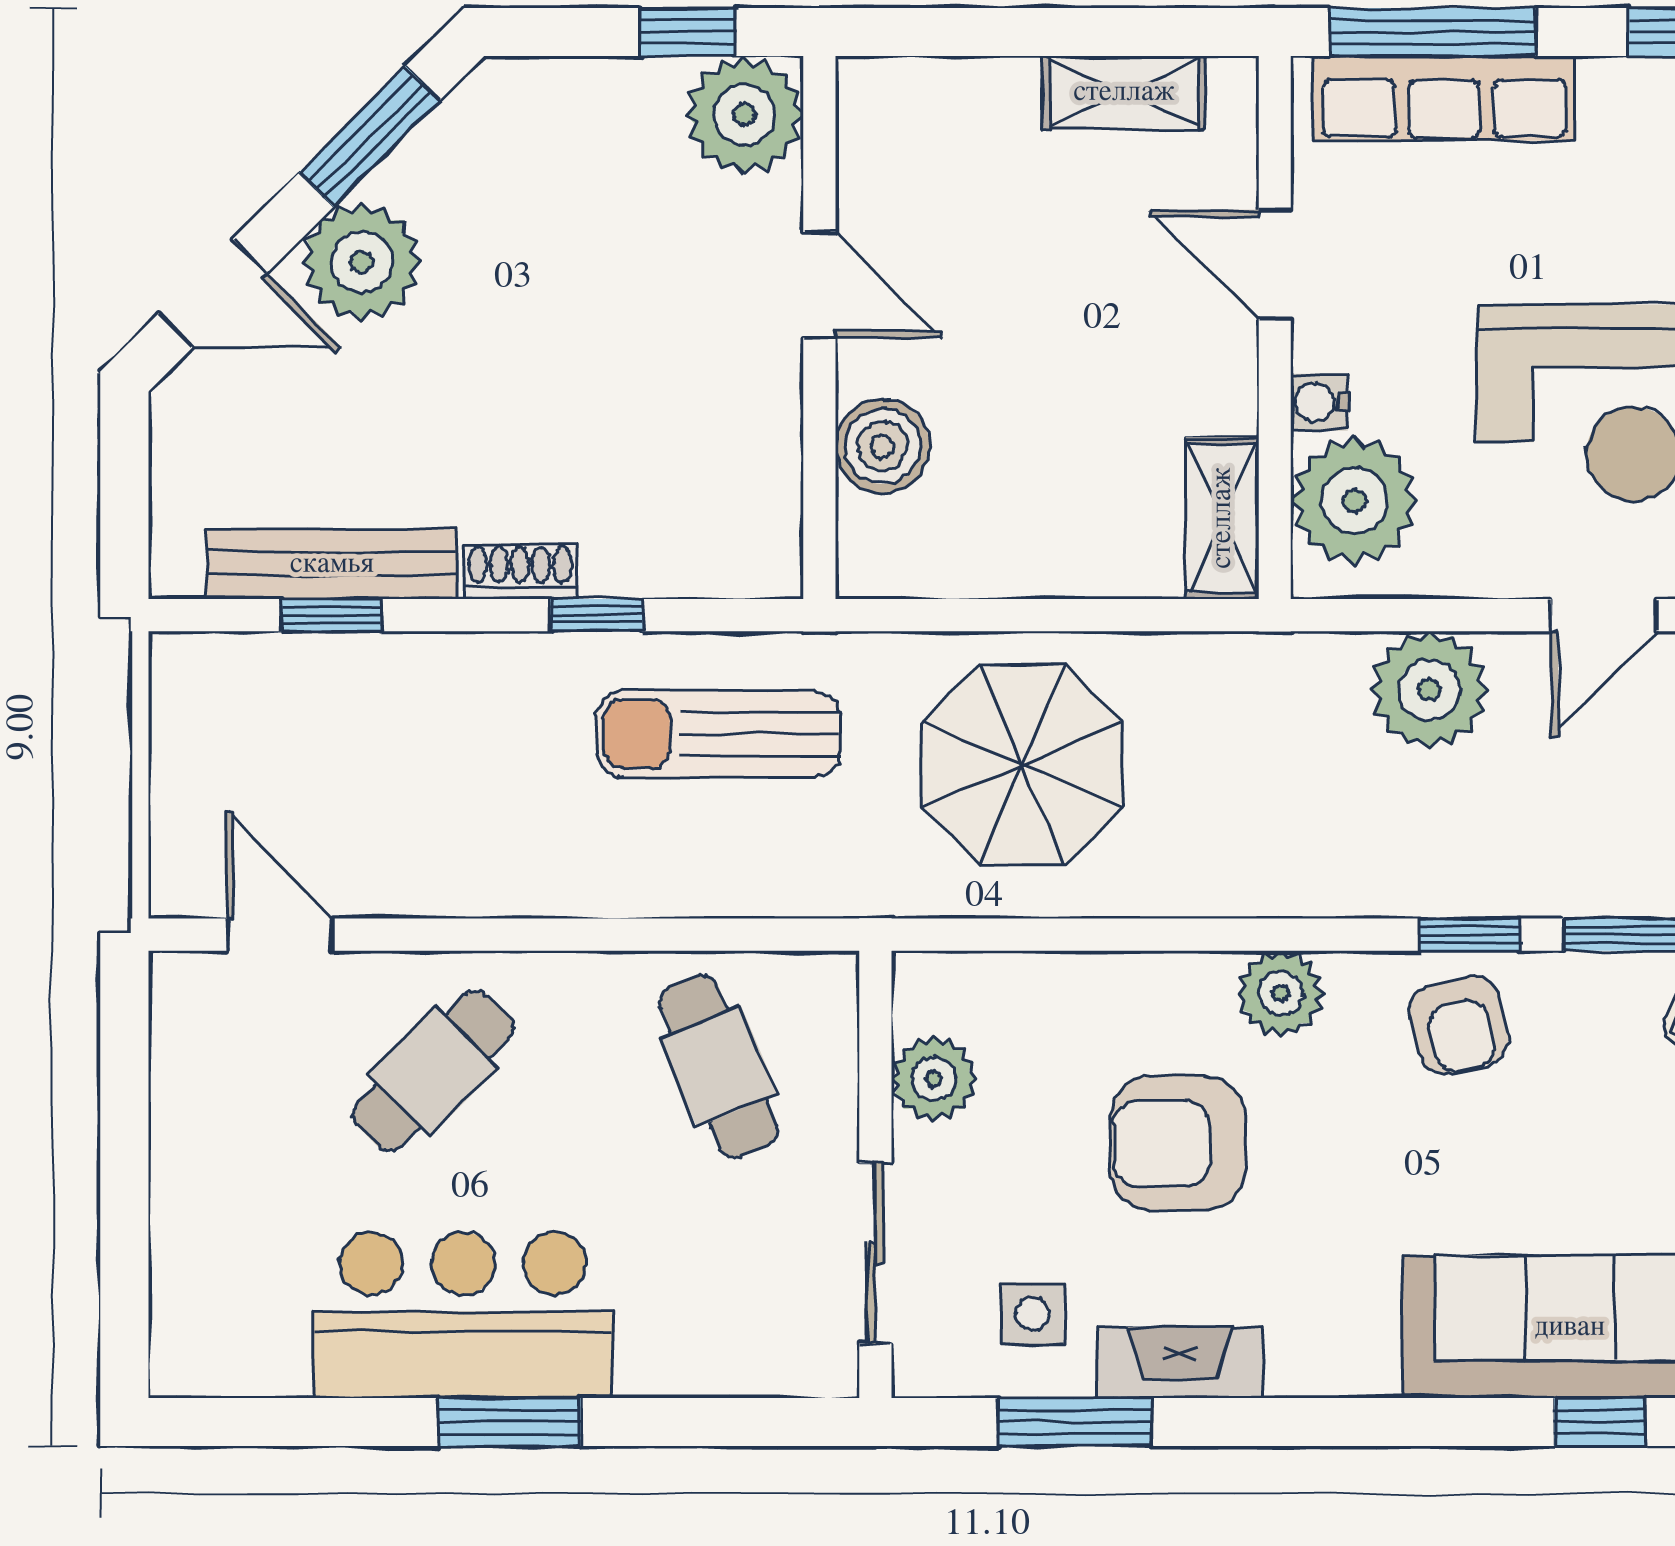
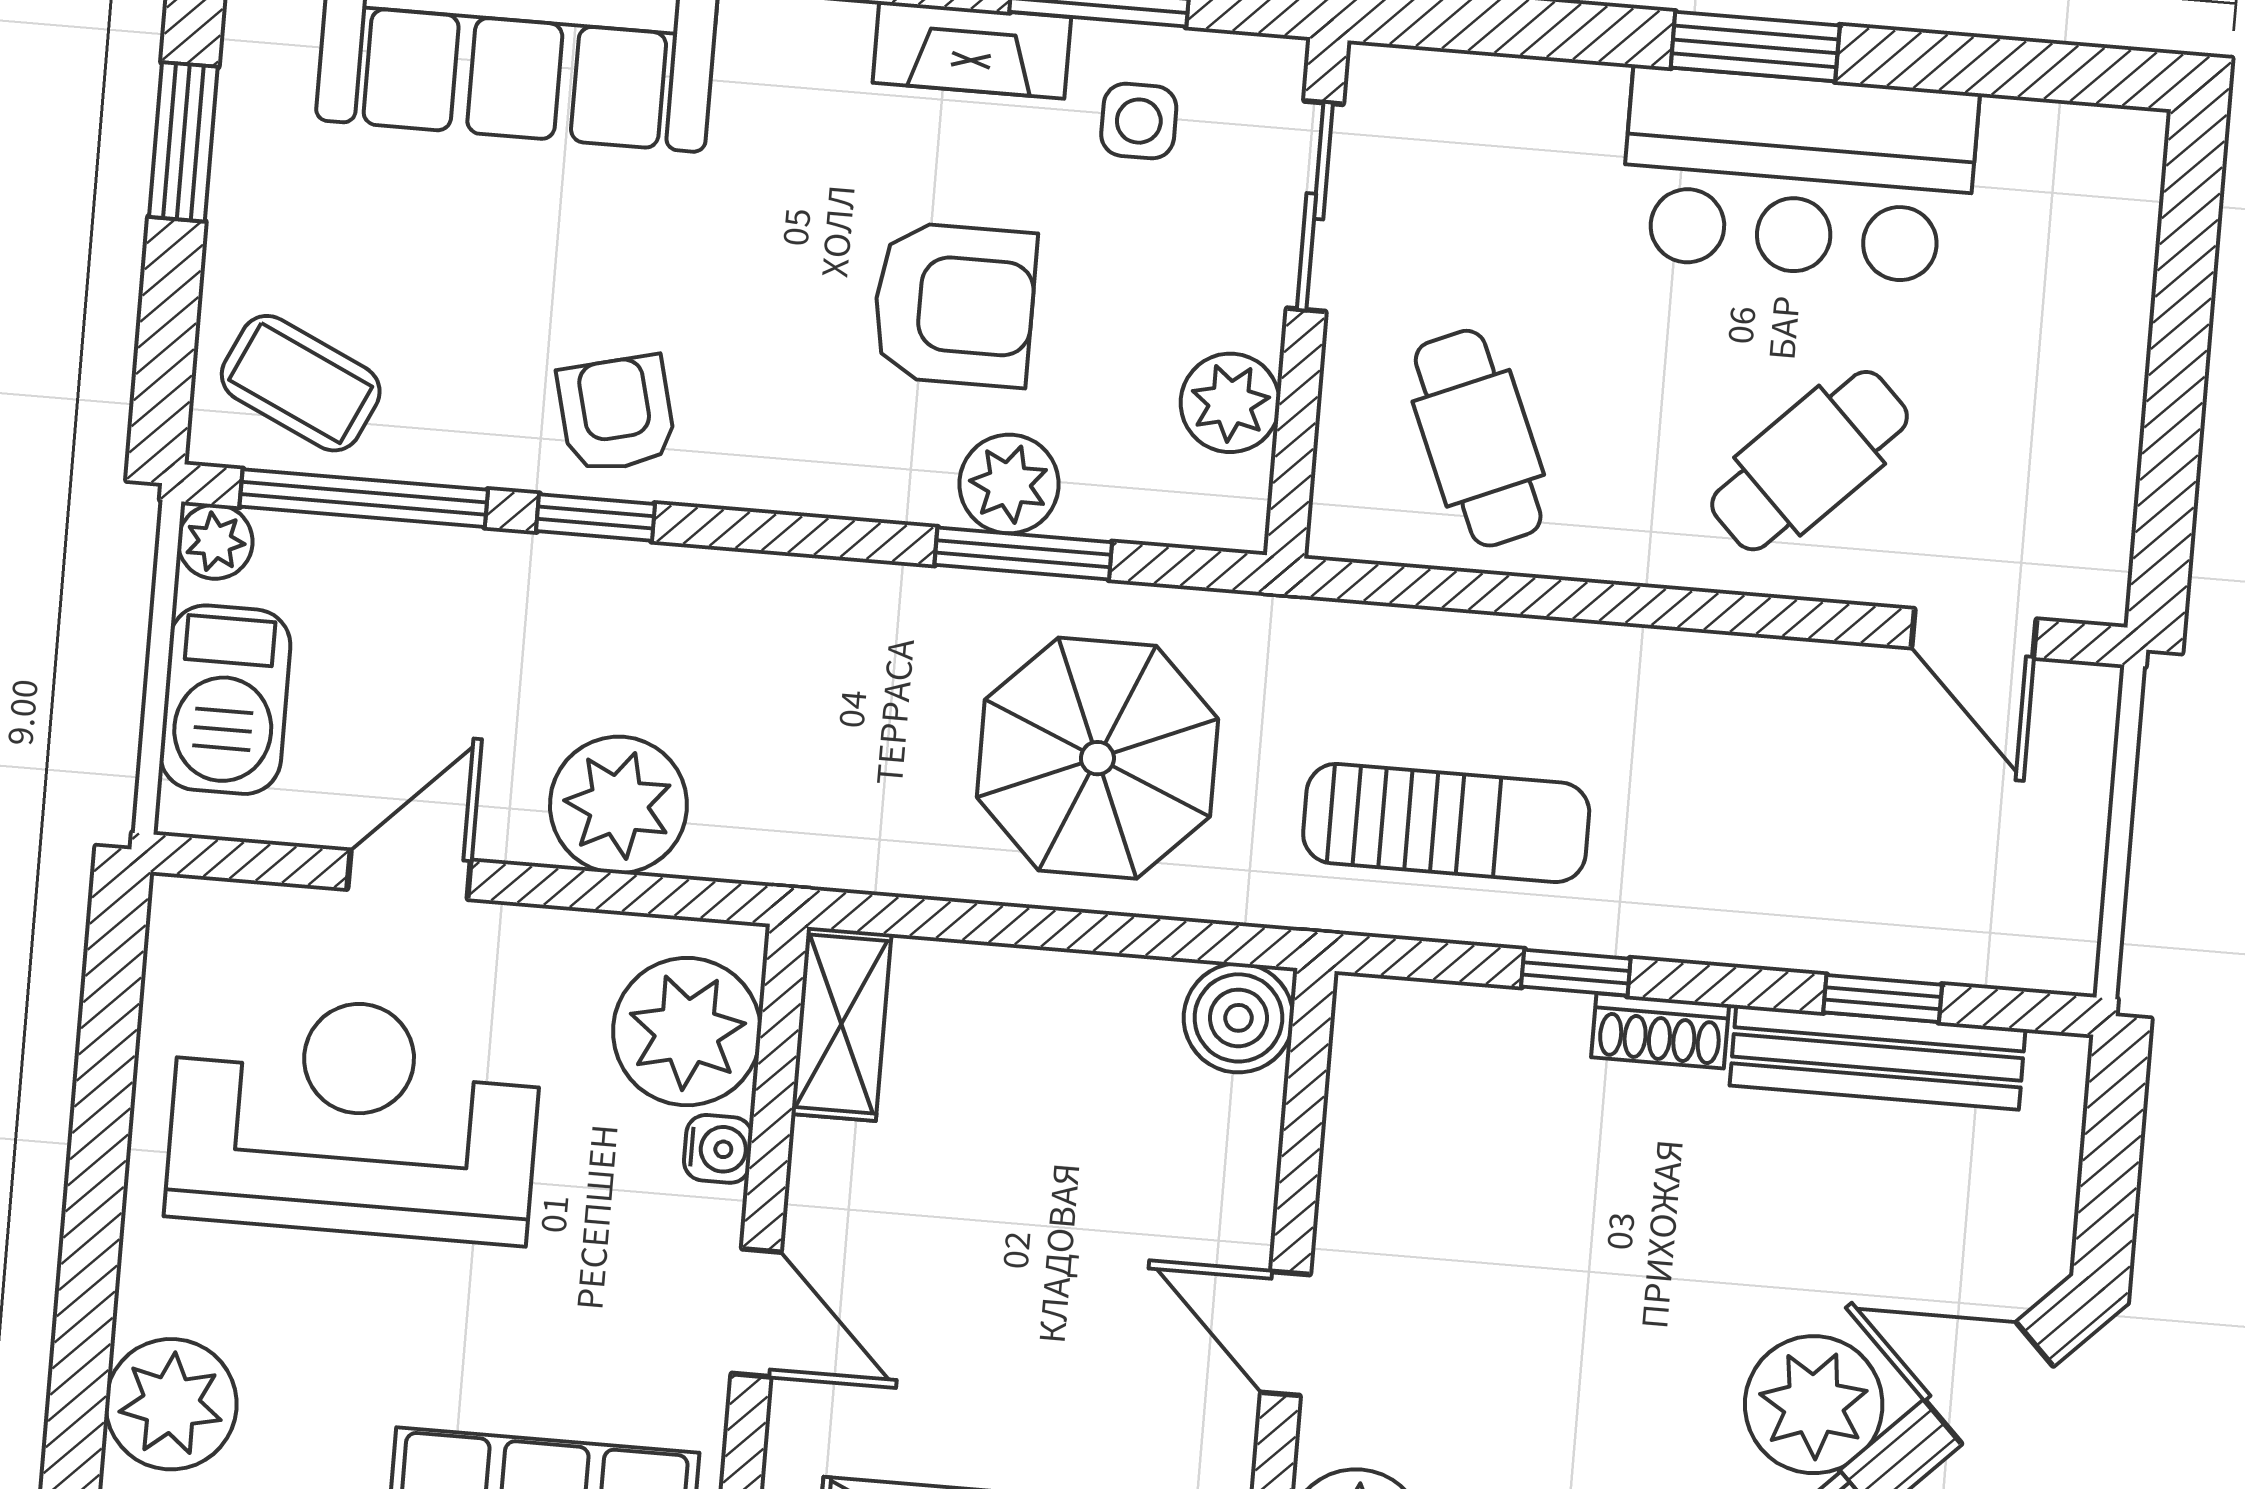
boiler: (882, 446) -> (1238, 1018), moved
window: (1100, 935) -> (1023, 554), added
plant: (1281, 993) -> (1009, 484), moved

